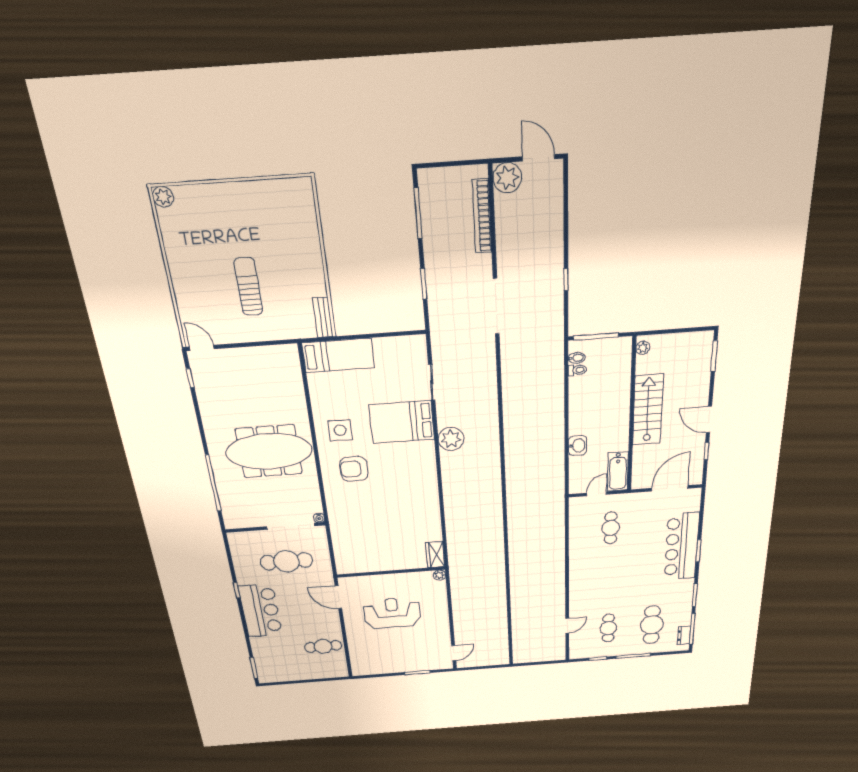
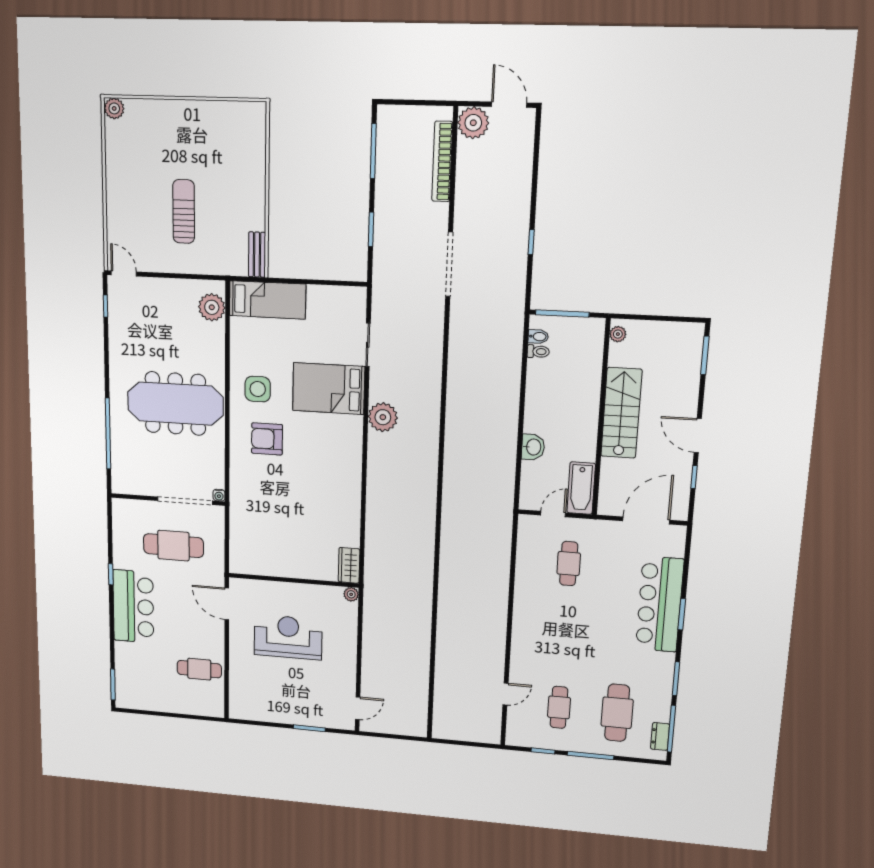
plant: (289, 368) -> (212, 307), added

